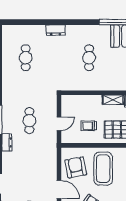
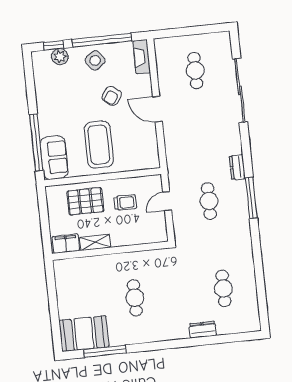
dresser: (55, 30) -> (203, 330), moved
armchair: (76, 167) -> (137, 142), removed

